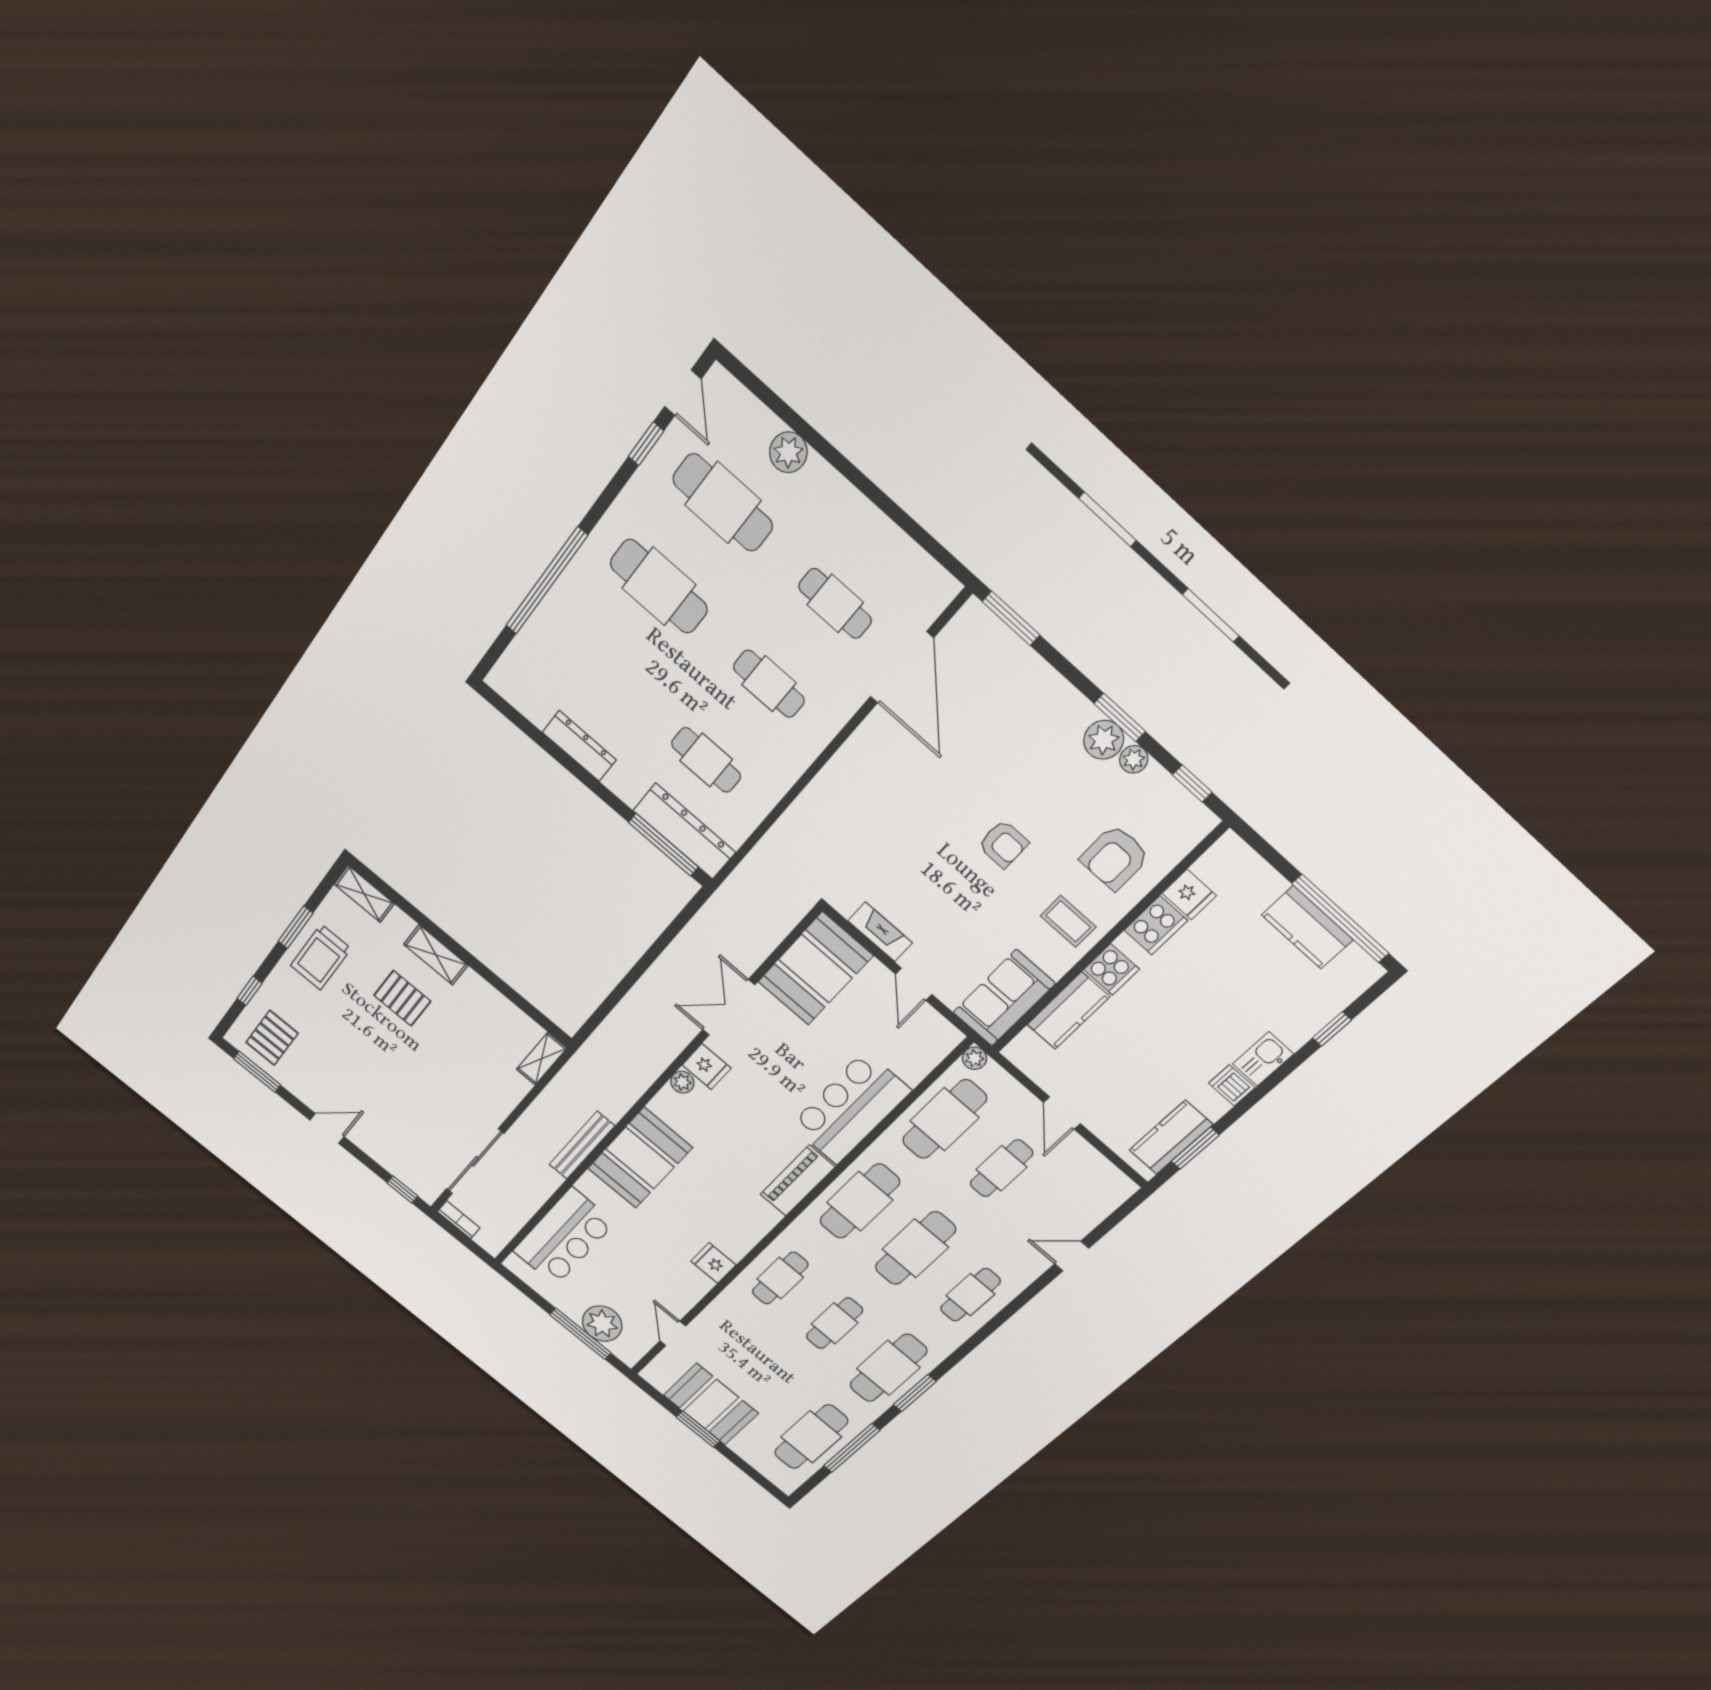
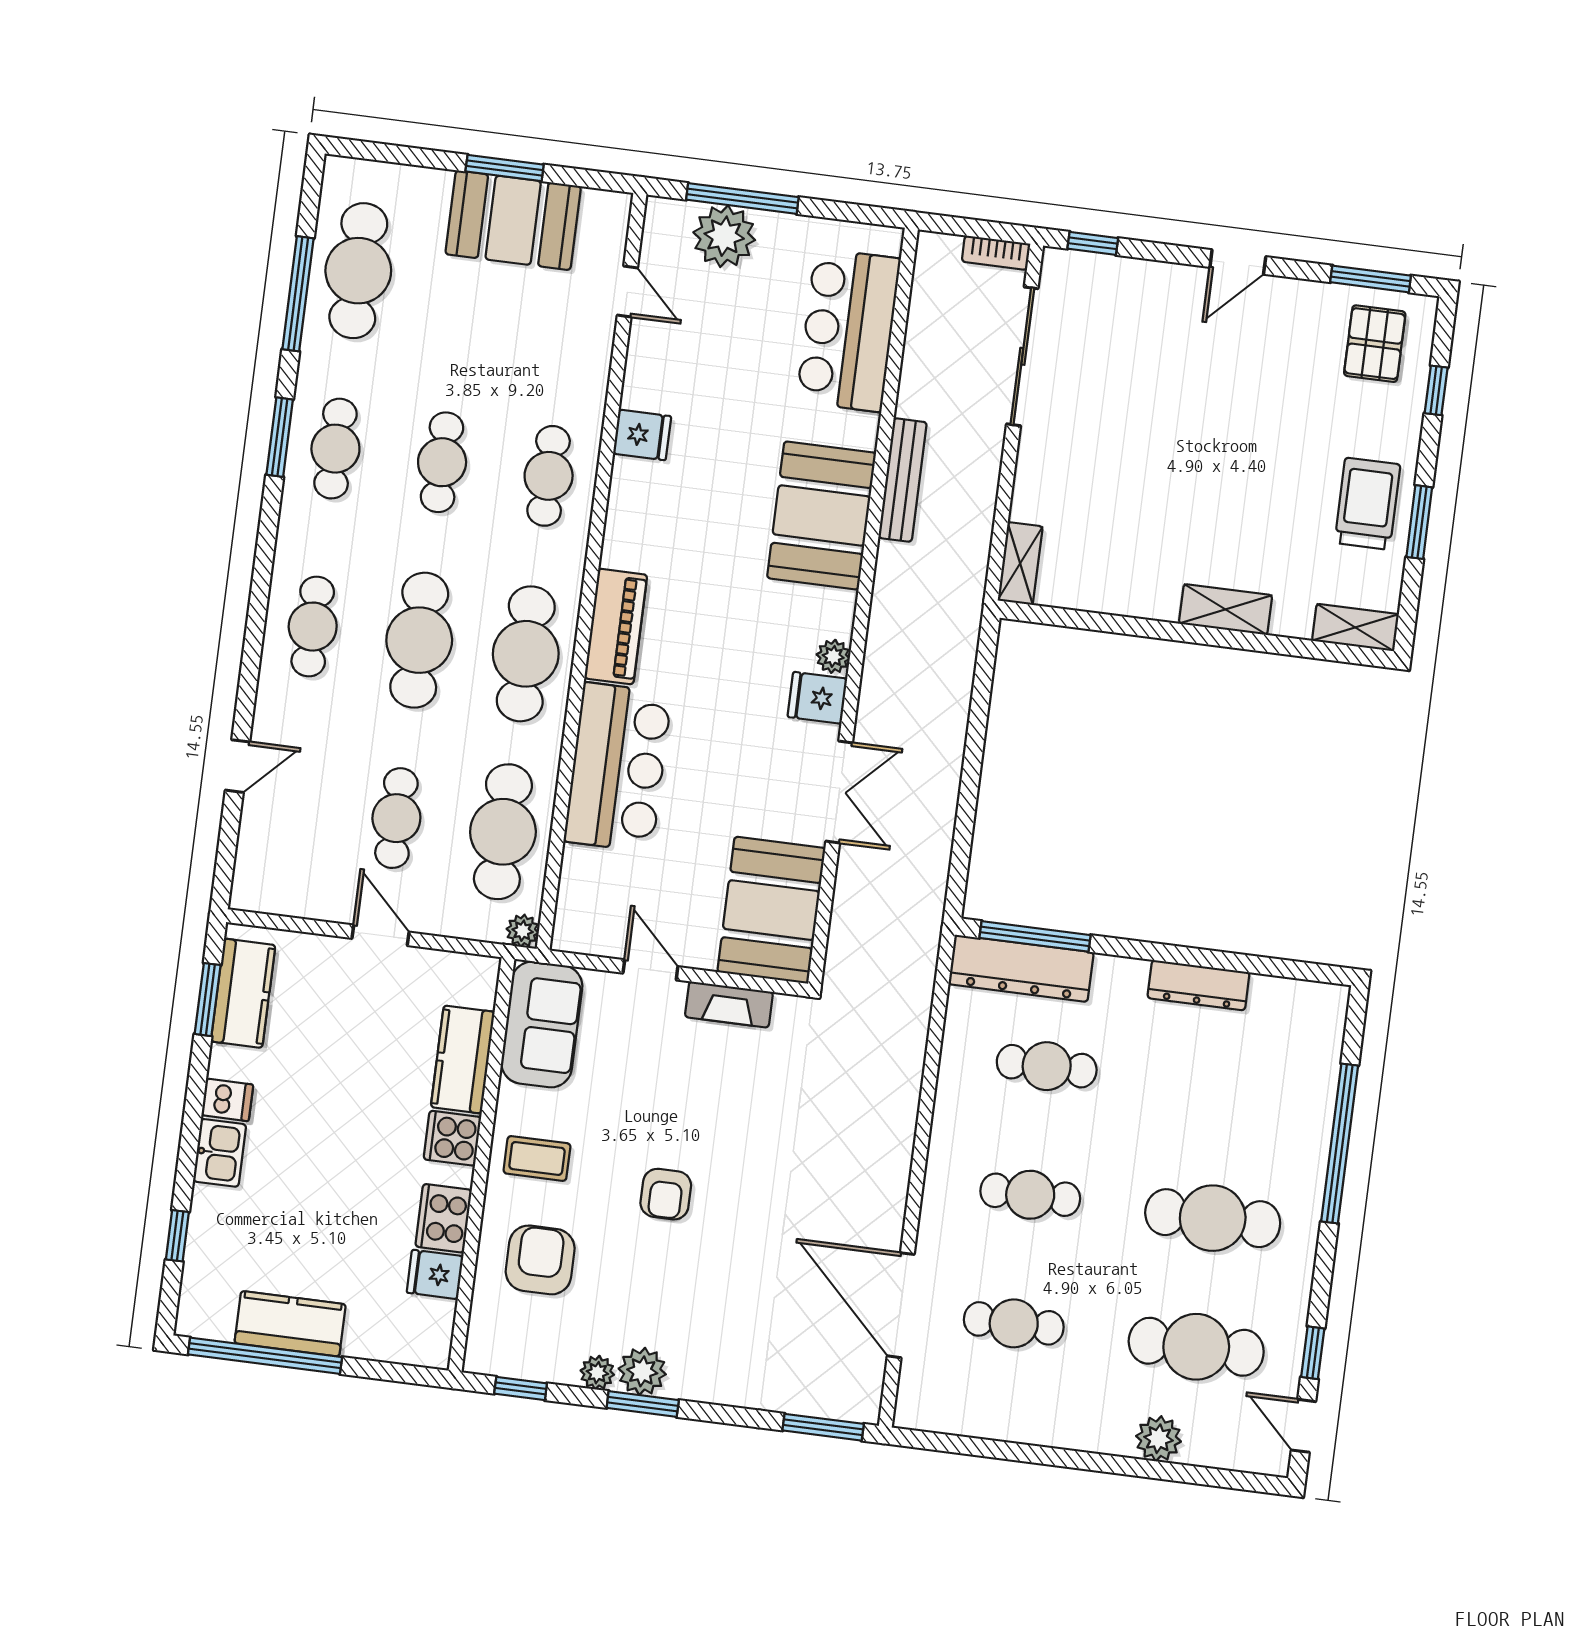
armchair: (1003, 844) -> (666, 1194), turned -90
pallet: (402, 998) -> (1236, 521), removed
cafe table: (888, 1368) -> (335, 449), width x0.73, depth x0.74

